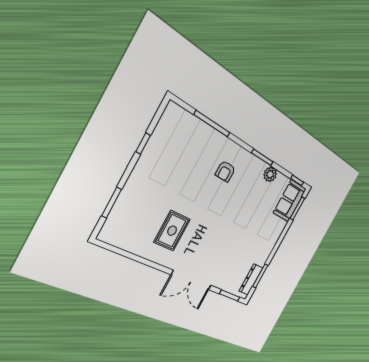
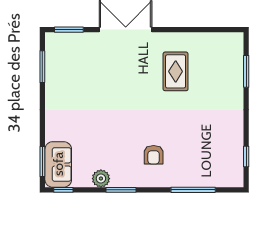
window: (143, 143) -> (246, 157), moved
armchair: (225, 171) -> (154, 155), turned 180
dresser: (251, 279) -> (52, 58), removed

